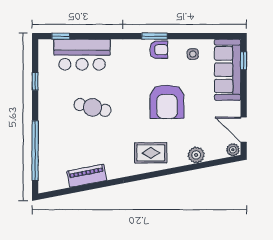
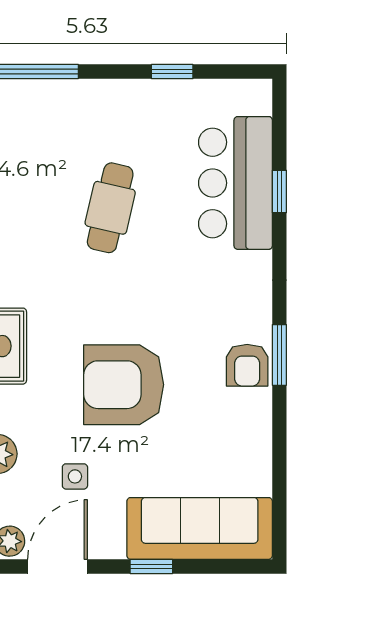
window: (61, 36) -> (279, 192), moved
side table: (193, 54) -> (75, 476), moved
window: (244, 61) -> (151, 566), moved

